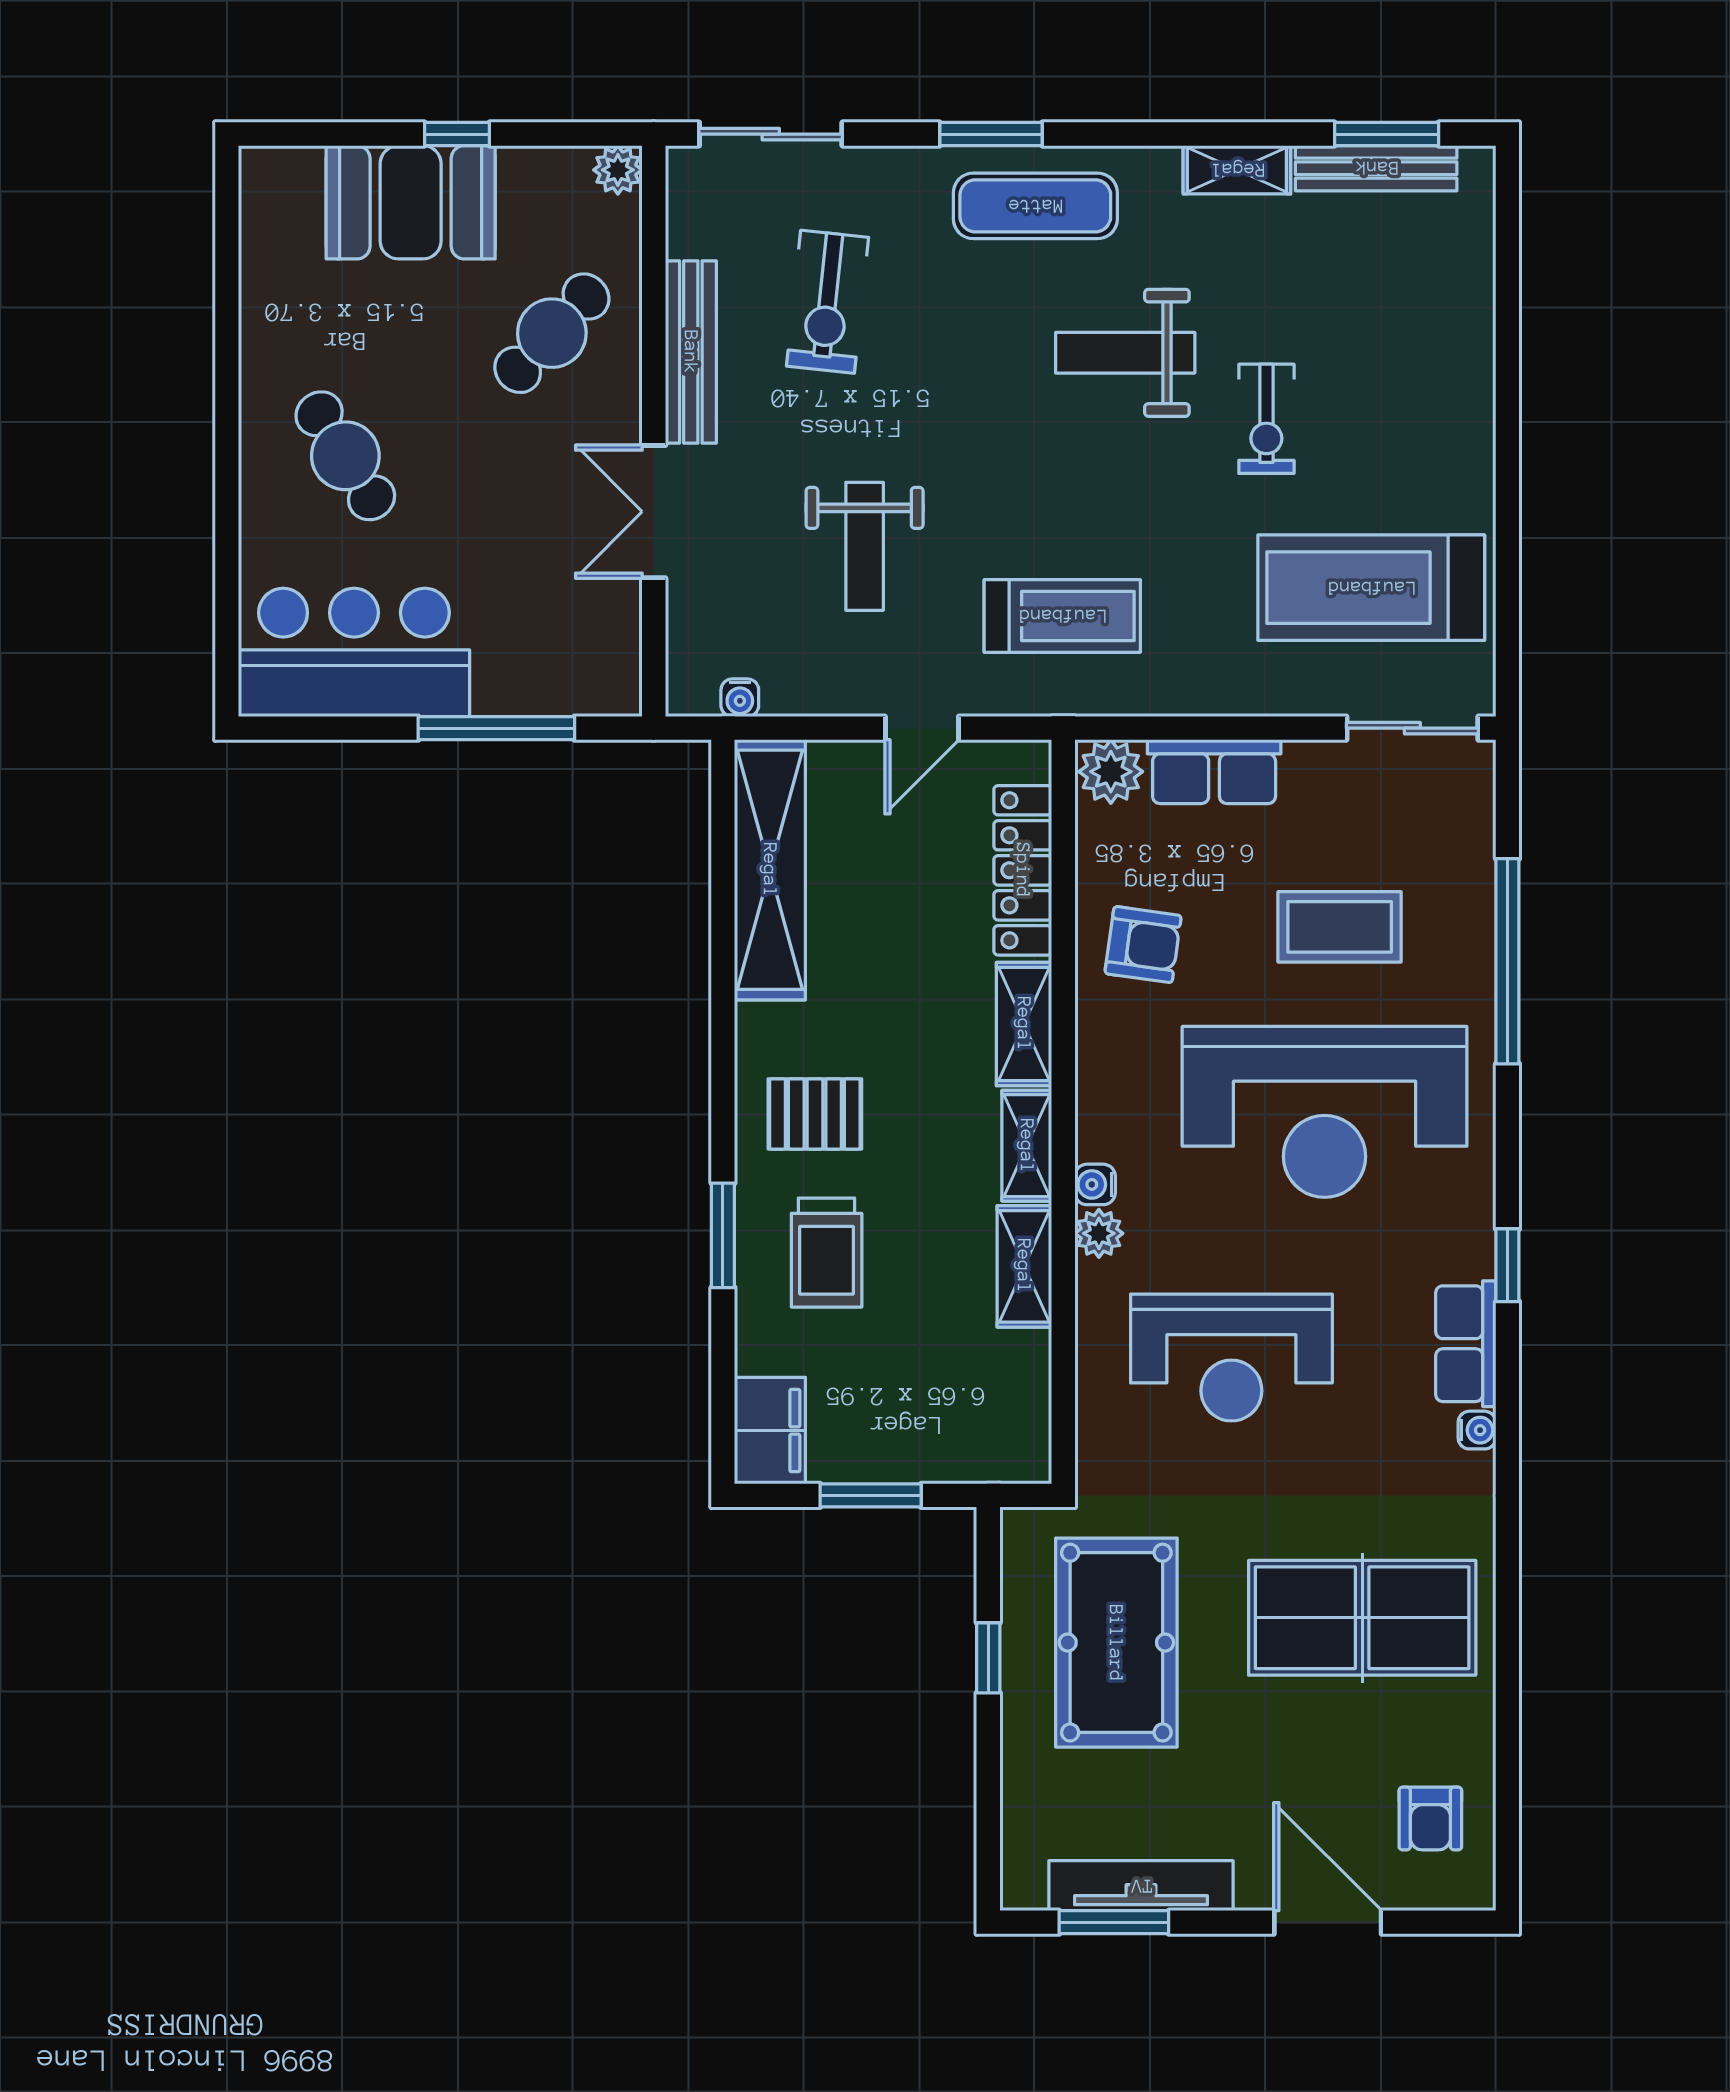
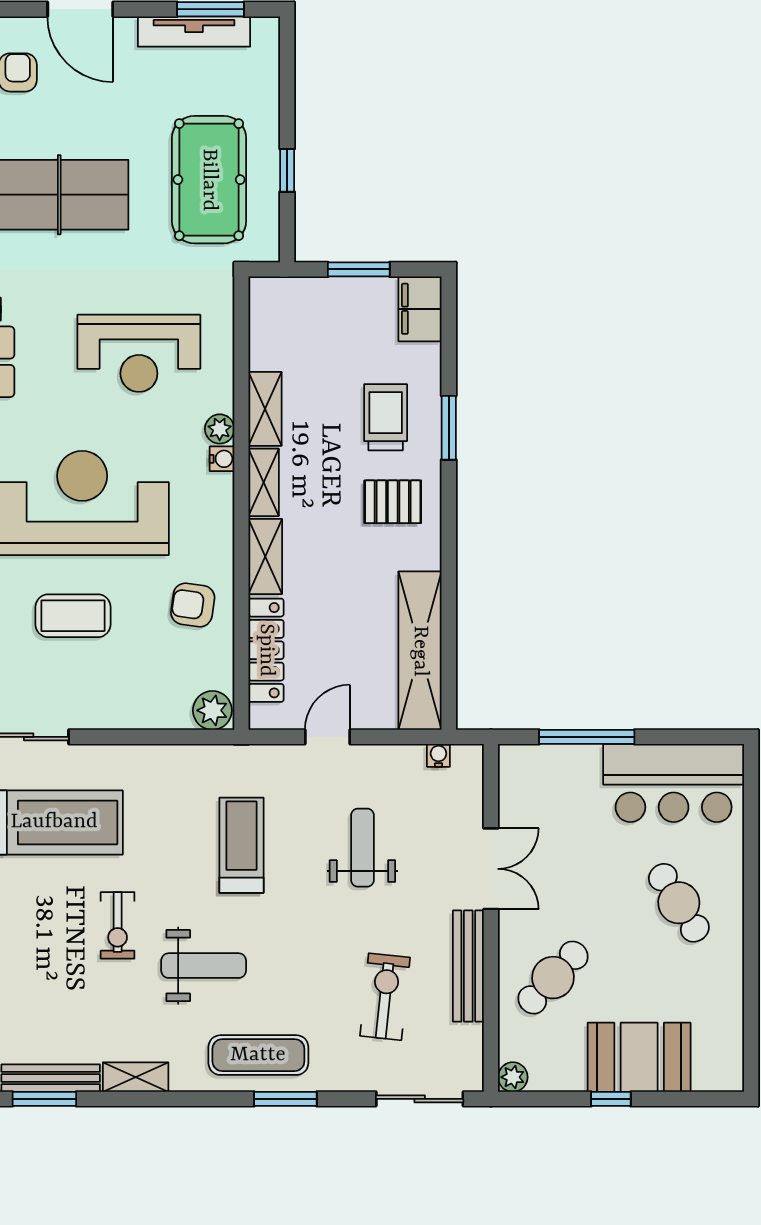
exercise bike: (1266, 419) -> (118, 925), turned 180
treadmill: (1062, 616) -> (242, 845), moved, turned 90
row of seats: (1214, 772) -> (149, 710), removed
reception desk: (1231, 1358) -> (139, 353), turned 180

